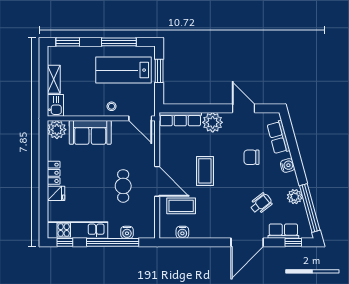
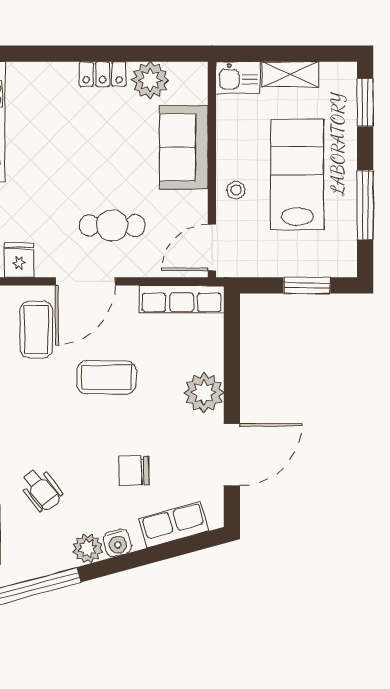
lab bench: (124, 70) -> (297, 174), moved
door: (243, 108) -> (232, 455), width x1.36
row of seats: (180, 119) -> (182, 299), moved, turned -90
plant: (57, 130) -> (150, 80), moved
chair: (251, 157) -> (134, 471), turned -91
cafe table: (123, 186) -> (112, 226), moved
fridge: (56, 193) -> (19, 260), moved, turned 180
plant: (295, 197) -> (88, 548), moved

